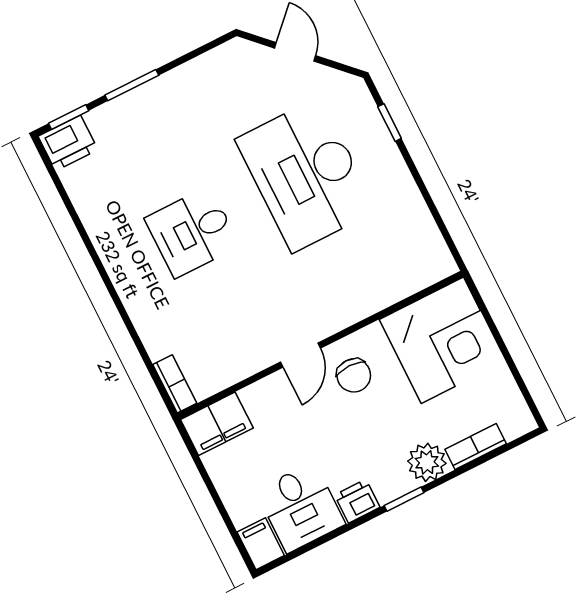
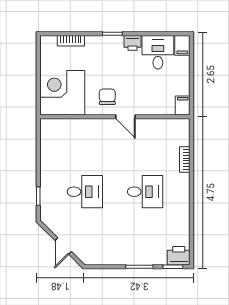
desk: (306, 175) -> (85, 192), width x0.53, depth x0.77
door: (300, 355) -> (125, 117), swing flipped
bookcase: (175, 384) -> (185, 159), moved
filing cabinet: (217, 424) -> (183, 105), width x0.50
plant: (427, 462) -> (95, 44), removed

